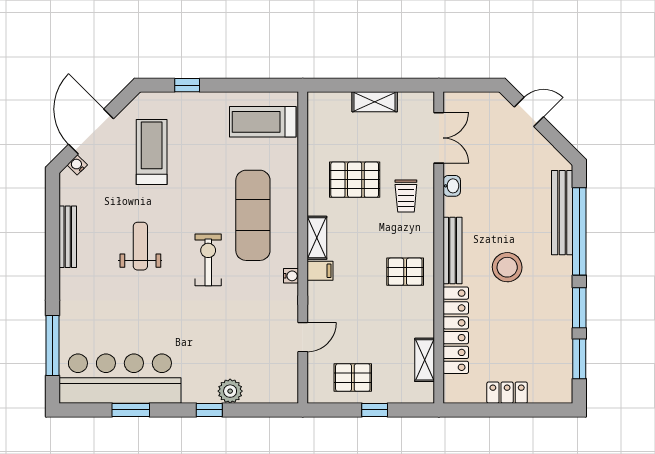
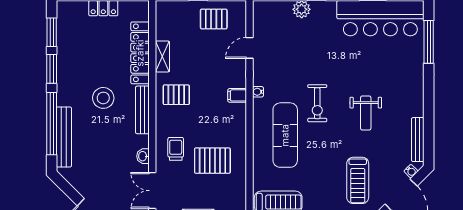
bench: (68, 237) -> (418, 140), moved
shelving: (317, 238) -> (239, 119), removed
shelving: (425, 360) -> (162, 56), moved

